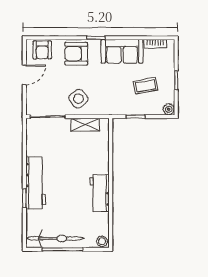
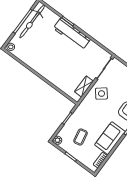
workbench: (100, 193) -> (39, 66), removed

